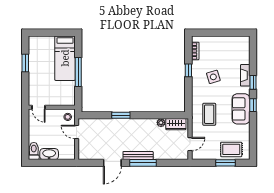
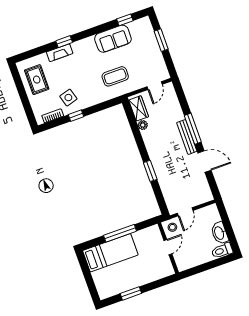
side table: (213, 77) -> (68, 98), moved
window: (253, 105) -> (125, 20), moved
door: (38, 107) -> (168, 247), moved
sofa: (241, 109) -> (113, 39), moved
door: (190, 144) -> (155, 86), swing flipped
rug: (231, 149) -> (37, 80), moved

